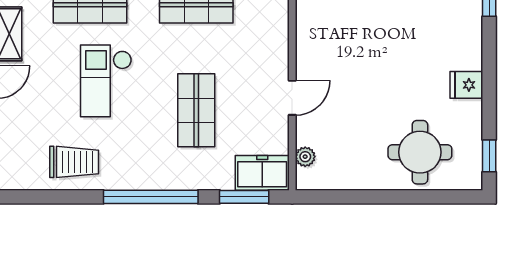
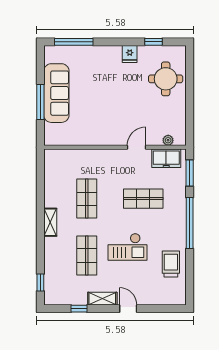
door: (292, 98) -> (137, 147), hinge flipped
window: (489, 156) -> (154, 42), moved
freezer: (262, 173) -> (166, 158), moved, turned -90

